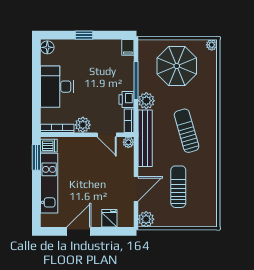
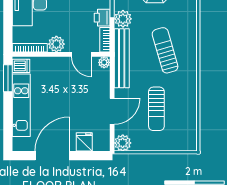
sun lounger: (178, 187) -> (156, 109), turned 180
door: (79, 231) -> (52, 156), width x1.36

